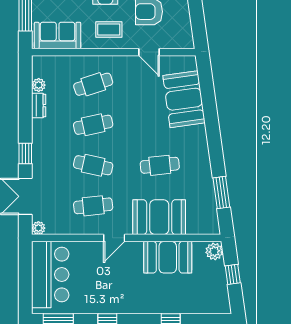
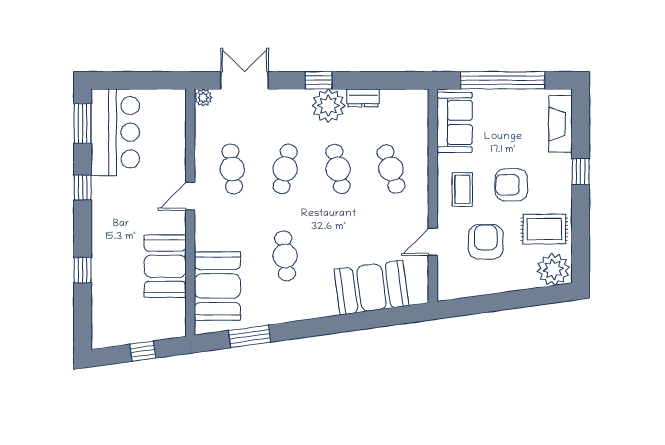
plant: (39, 85) -> (328, 106), moved, width x1.88, depth x1.88
window: (25, 154) -> (318, 80), moved
booth: (159, 217) -> (217, 286), moved
door: (114, 238) -> (190, 196), hinge flipped
plant: (214, 251) -> (173, 327), removed
bar counter: (50, 275) -> (115, 132), moved, turned -90

